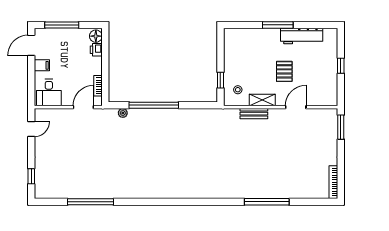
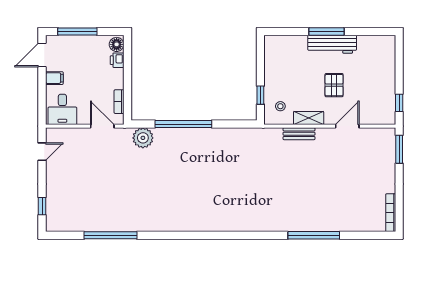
workbench: (302, 36) -> (332, 44), moved
window: (341, 66) -> (399, 103), moved
door: (83, 107) -> (102, 126), hinge flipped
plant: (123, 113) -> (143, 138), width x1.87, depth x1.87

